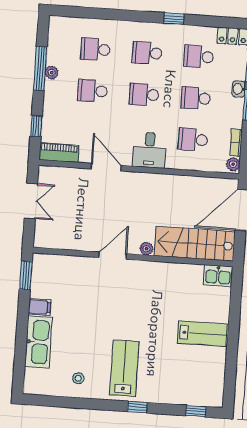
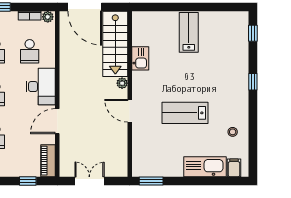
desk: (149, 150) -> (41, 87), width x1.37
kitchen sink: (218, 276) -> (140, 58), moved
filing cabinet: (39, 307) -> (234, 168), moved
lab bench: (124, 368) -> (185, 113), moved

